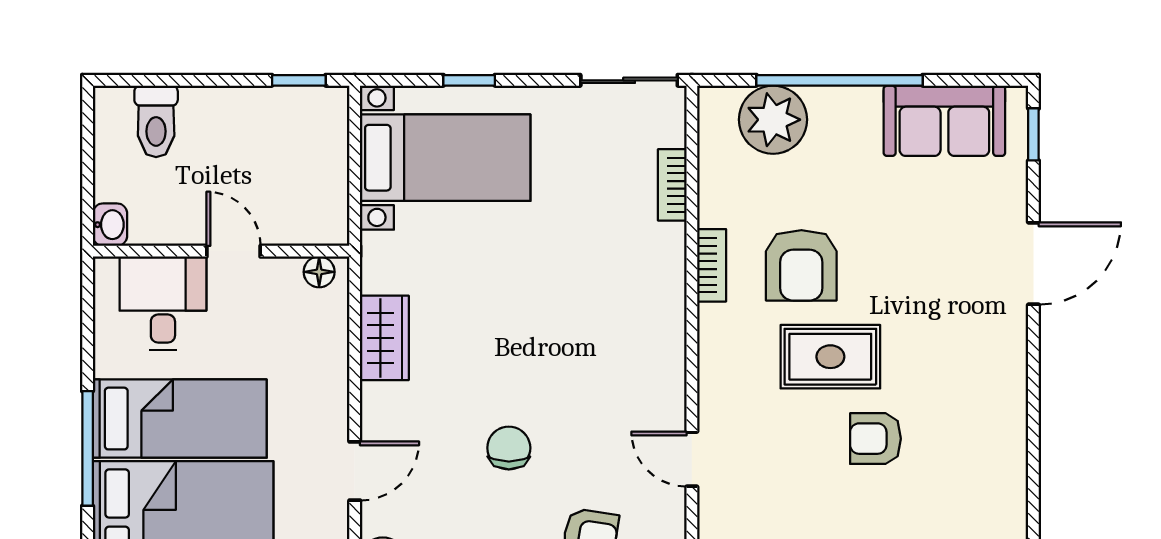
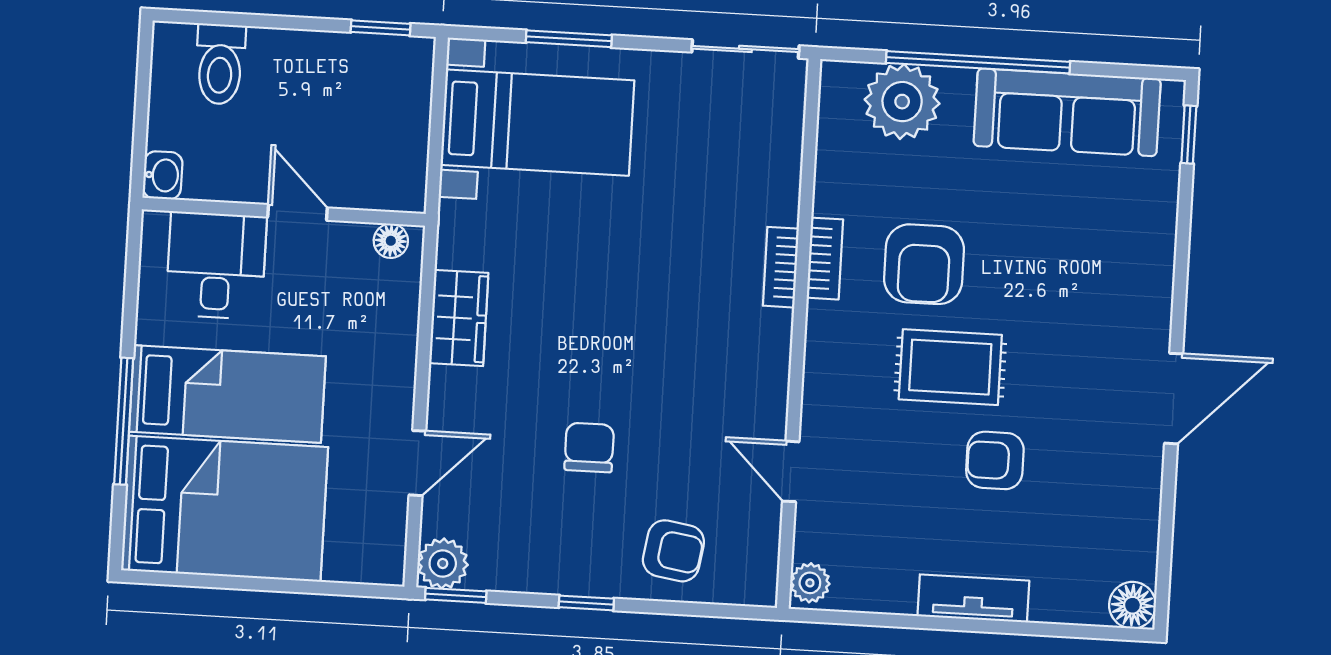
window: (469, 80) -> (569, 39), width x1.50
sofa: (944, 121) -> (1067, 112), width x1.36
bookcase: (672, 185) -> (781, 267), moved
door: (1033, 264) -> (1174, 399), moved

